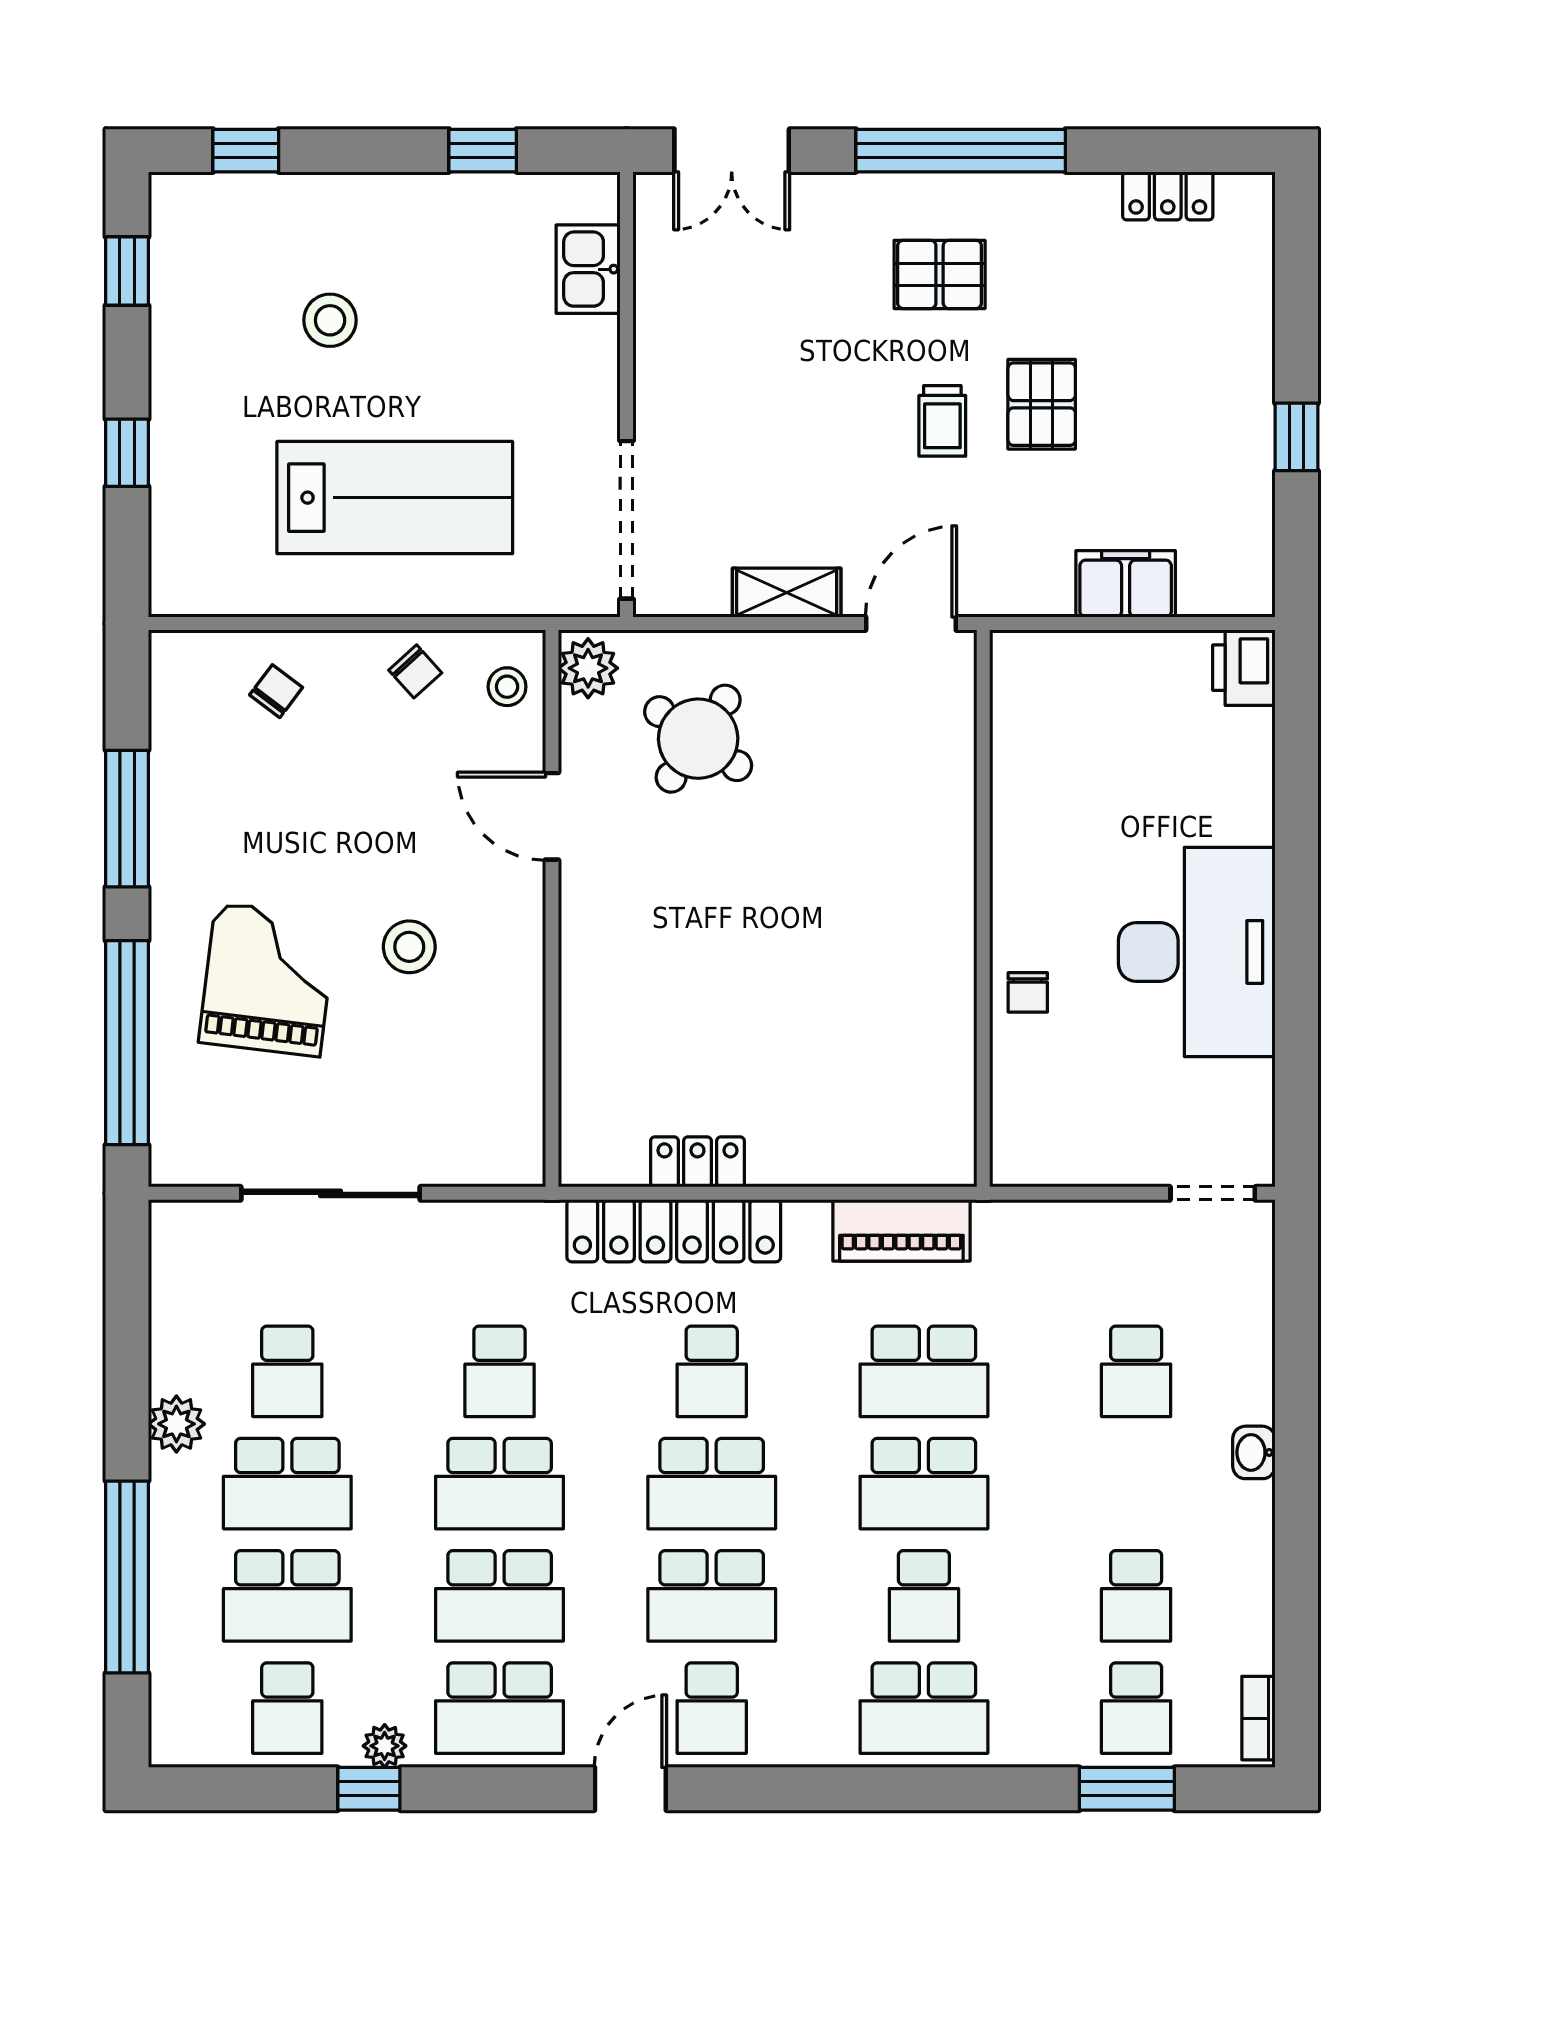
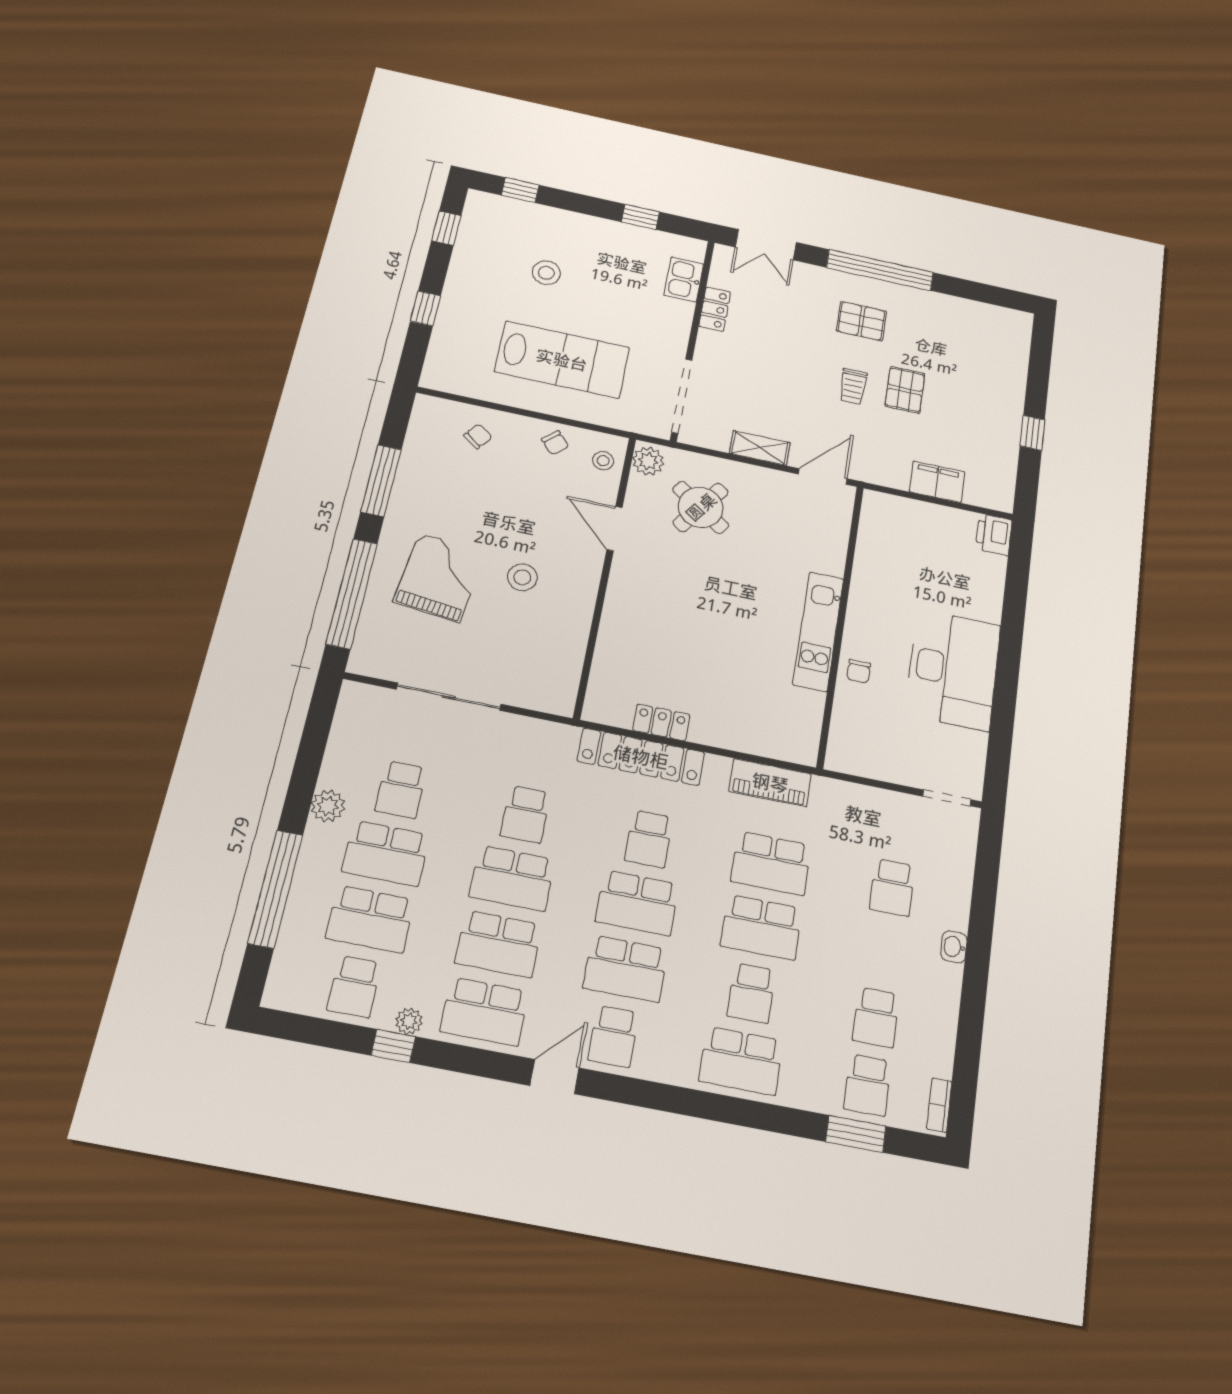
locker: (1168, 196) -> (715, 309), moved, turned -90
kitchen unit: (946, 932) -> (818, 631), added

